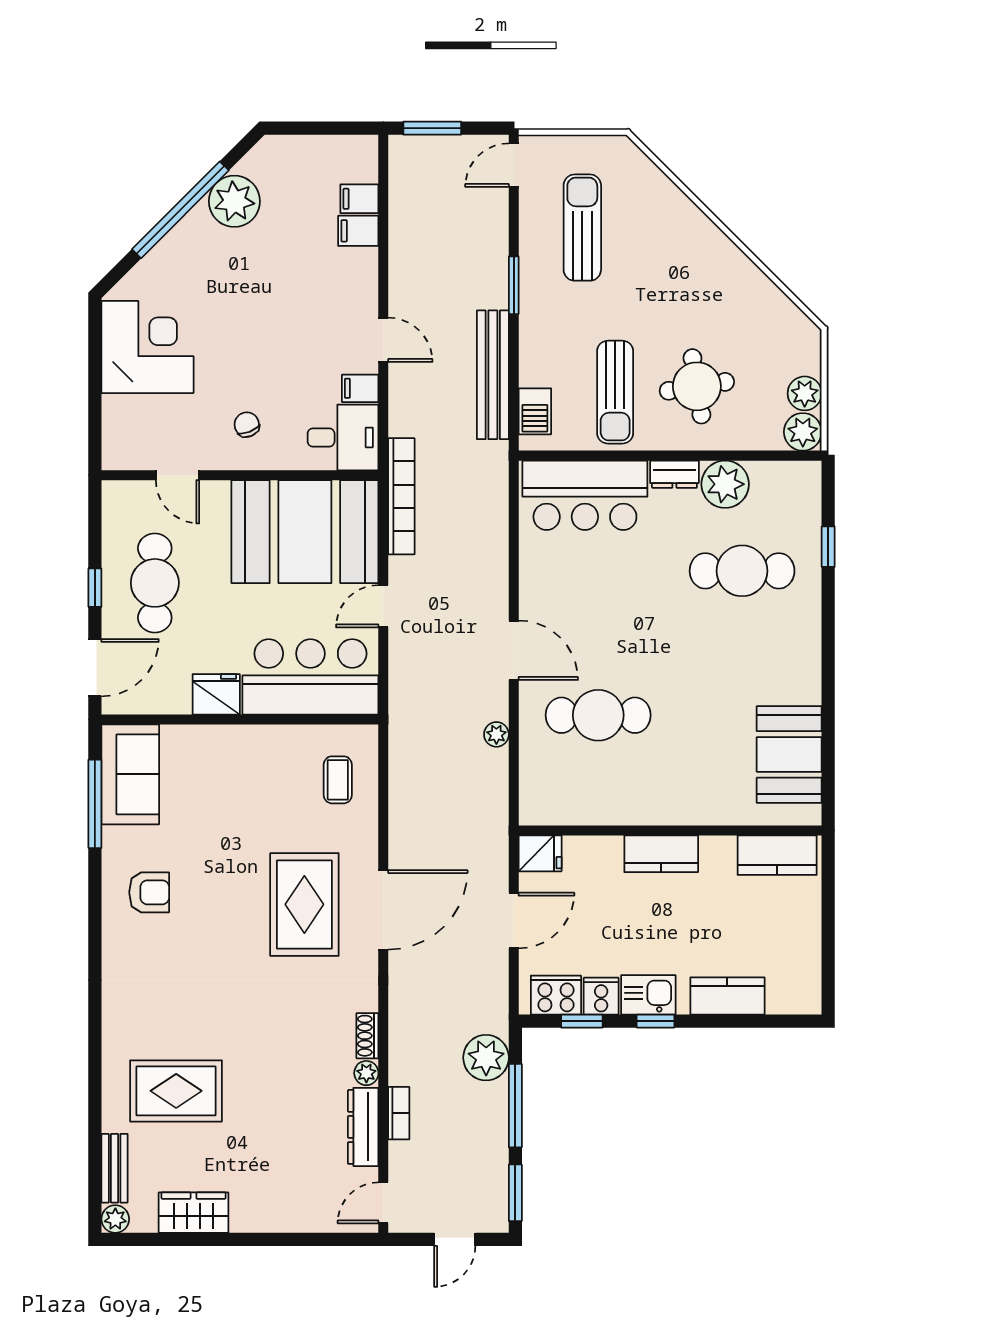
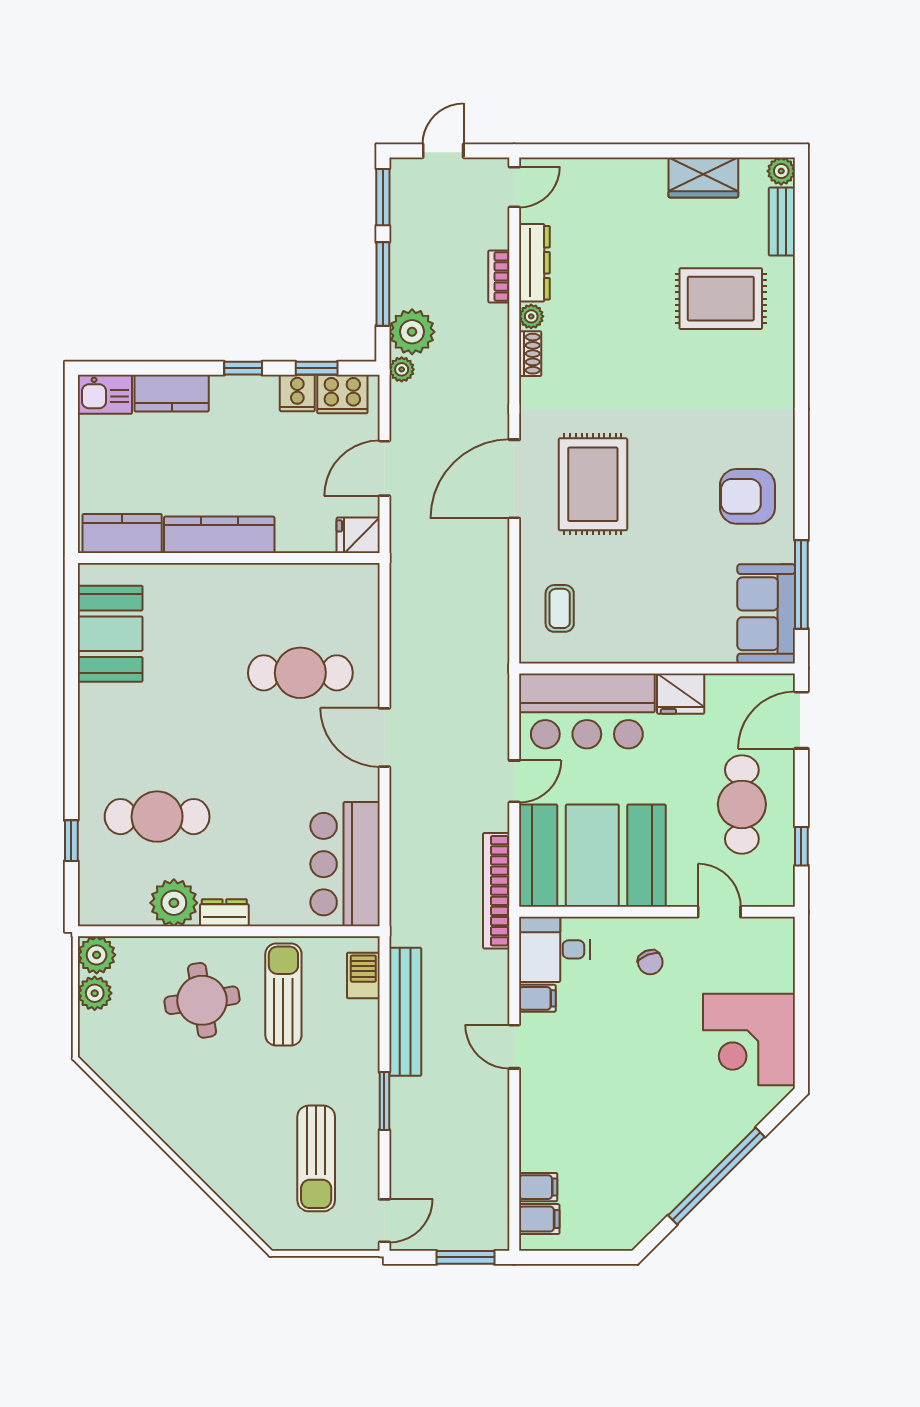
plant: (234, 201) -> (663, 1185), removed
filing cabinet: (358, 231) -> (539, 1219), moved
bar counter: (585, 495) -> (345, 864), moved, turned -90
window: (95, 588) -> (801, 846), moved
plant: (496, 734) -> (402, 369), moved
kitchen counter: (661, 854) -> (219, 535), width x1.50
armchair: (149, 892) -> (747, 496), width x1.38, depth x1.38
kitchen sink: (648, 995) -> (105, 394), moved

